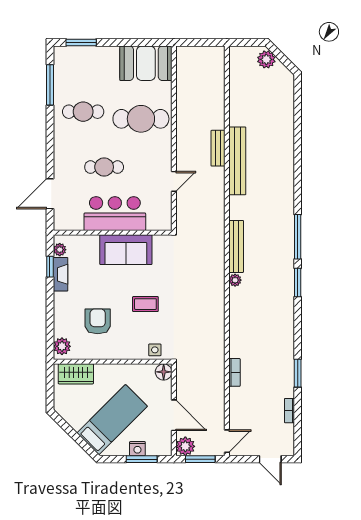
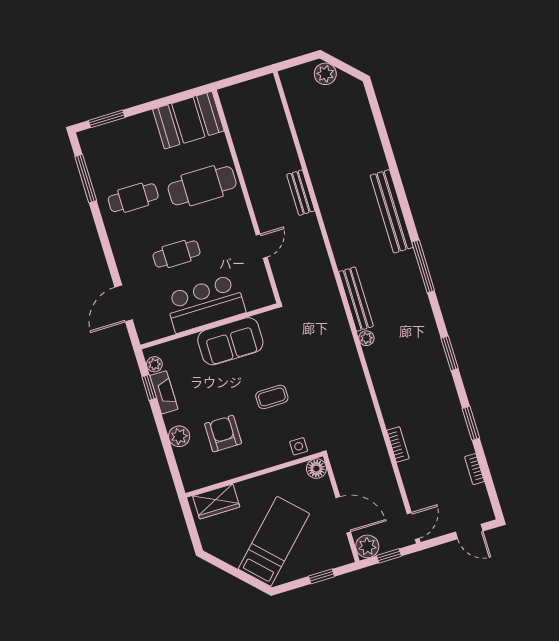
bench: (237, 161) -> (392, 211), moved
window: (298, 283) -> (450, 353), moved
plant: (62, 346) -> (179, 436), moved
nightstand: (137, 449) -> (313, 566), removed
window: (142, 459) -> (322, 576), width x0.67
window: (200, 459) -> (389, 556), width x0.67

